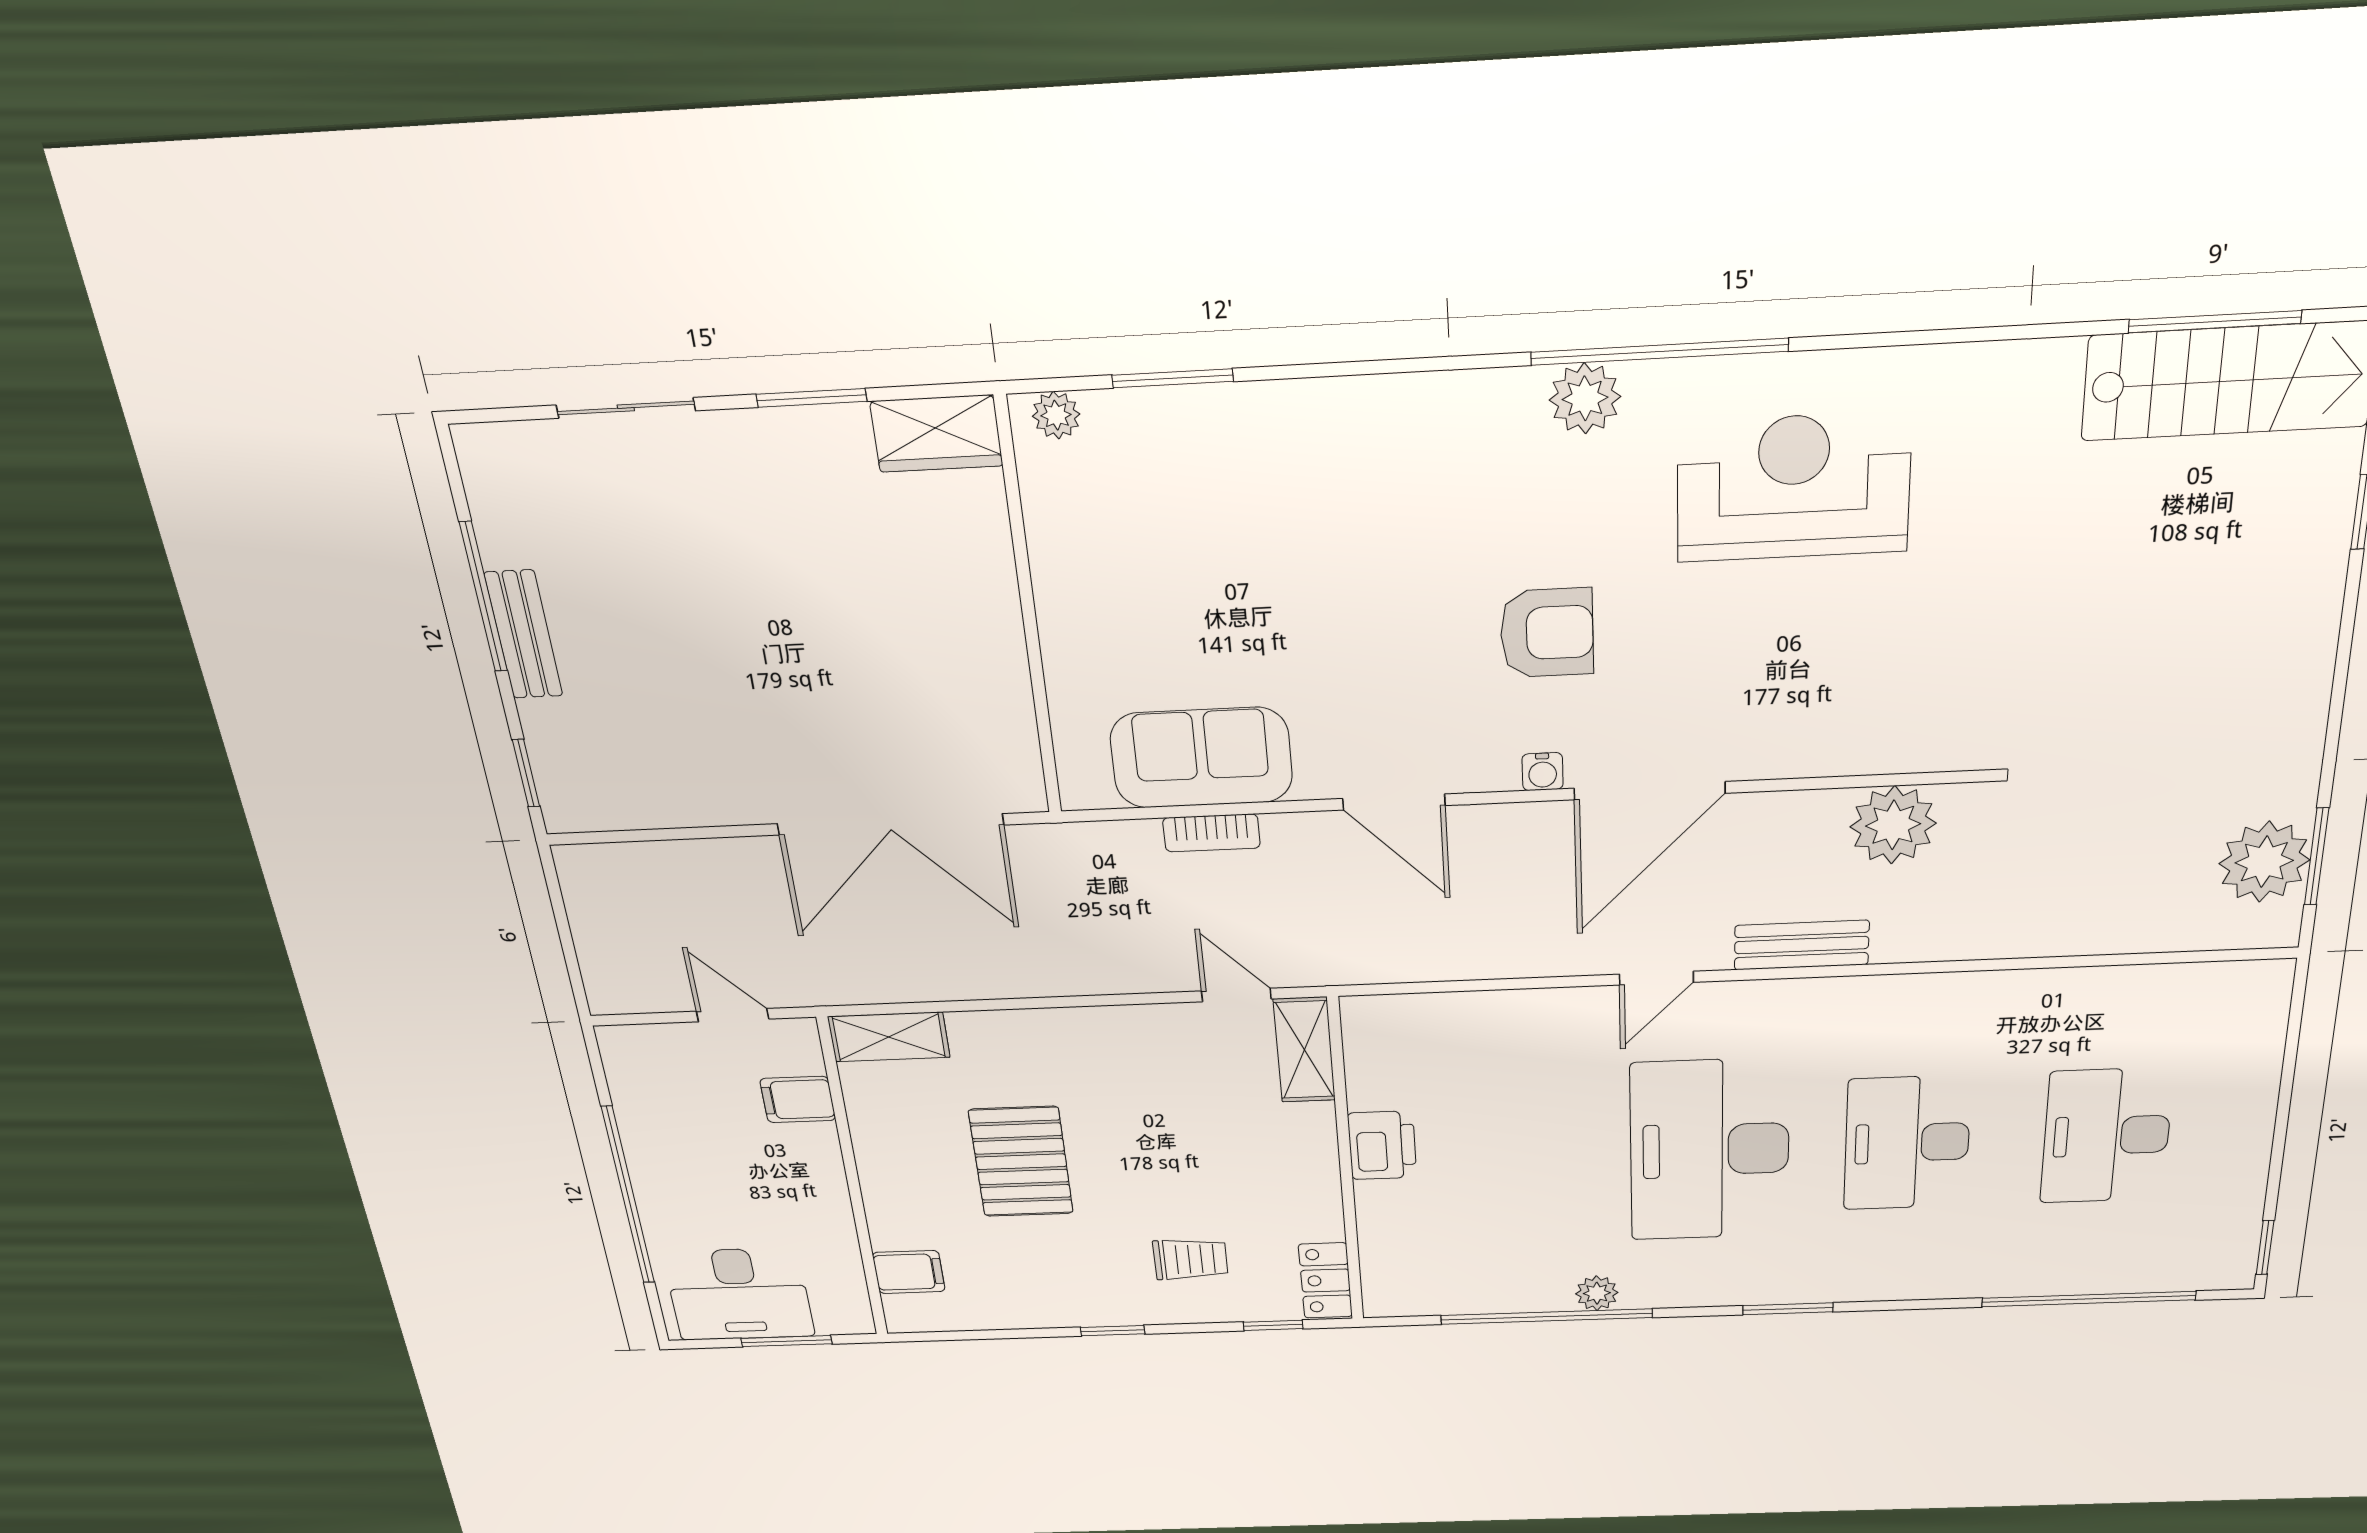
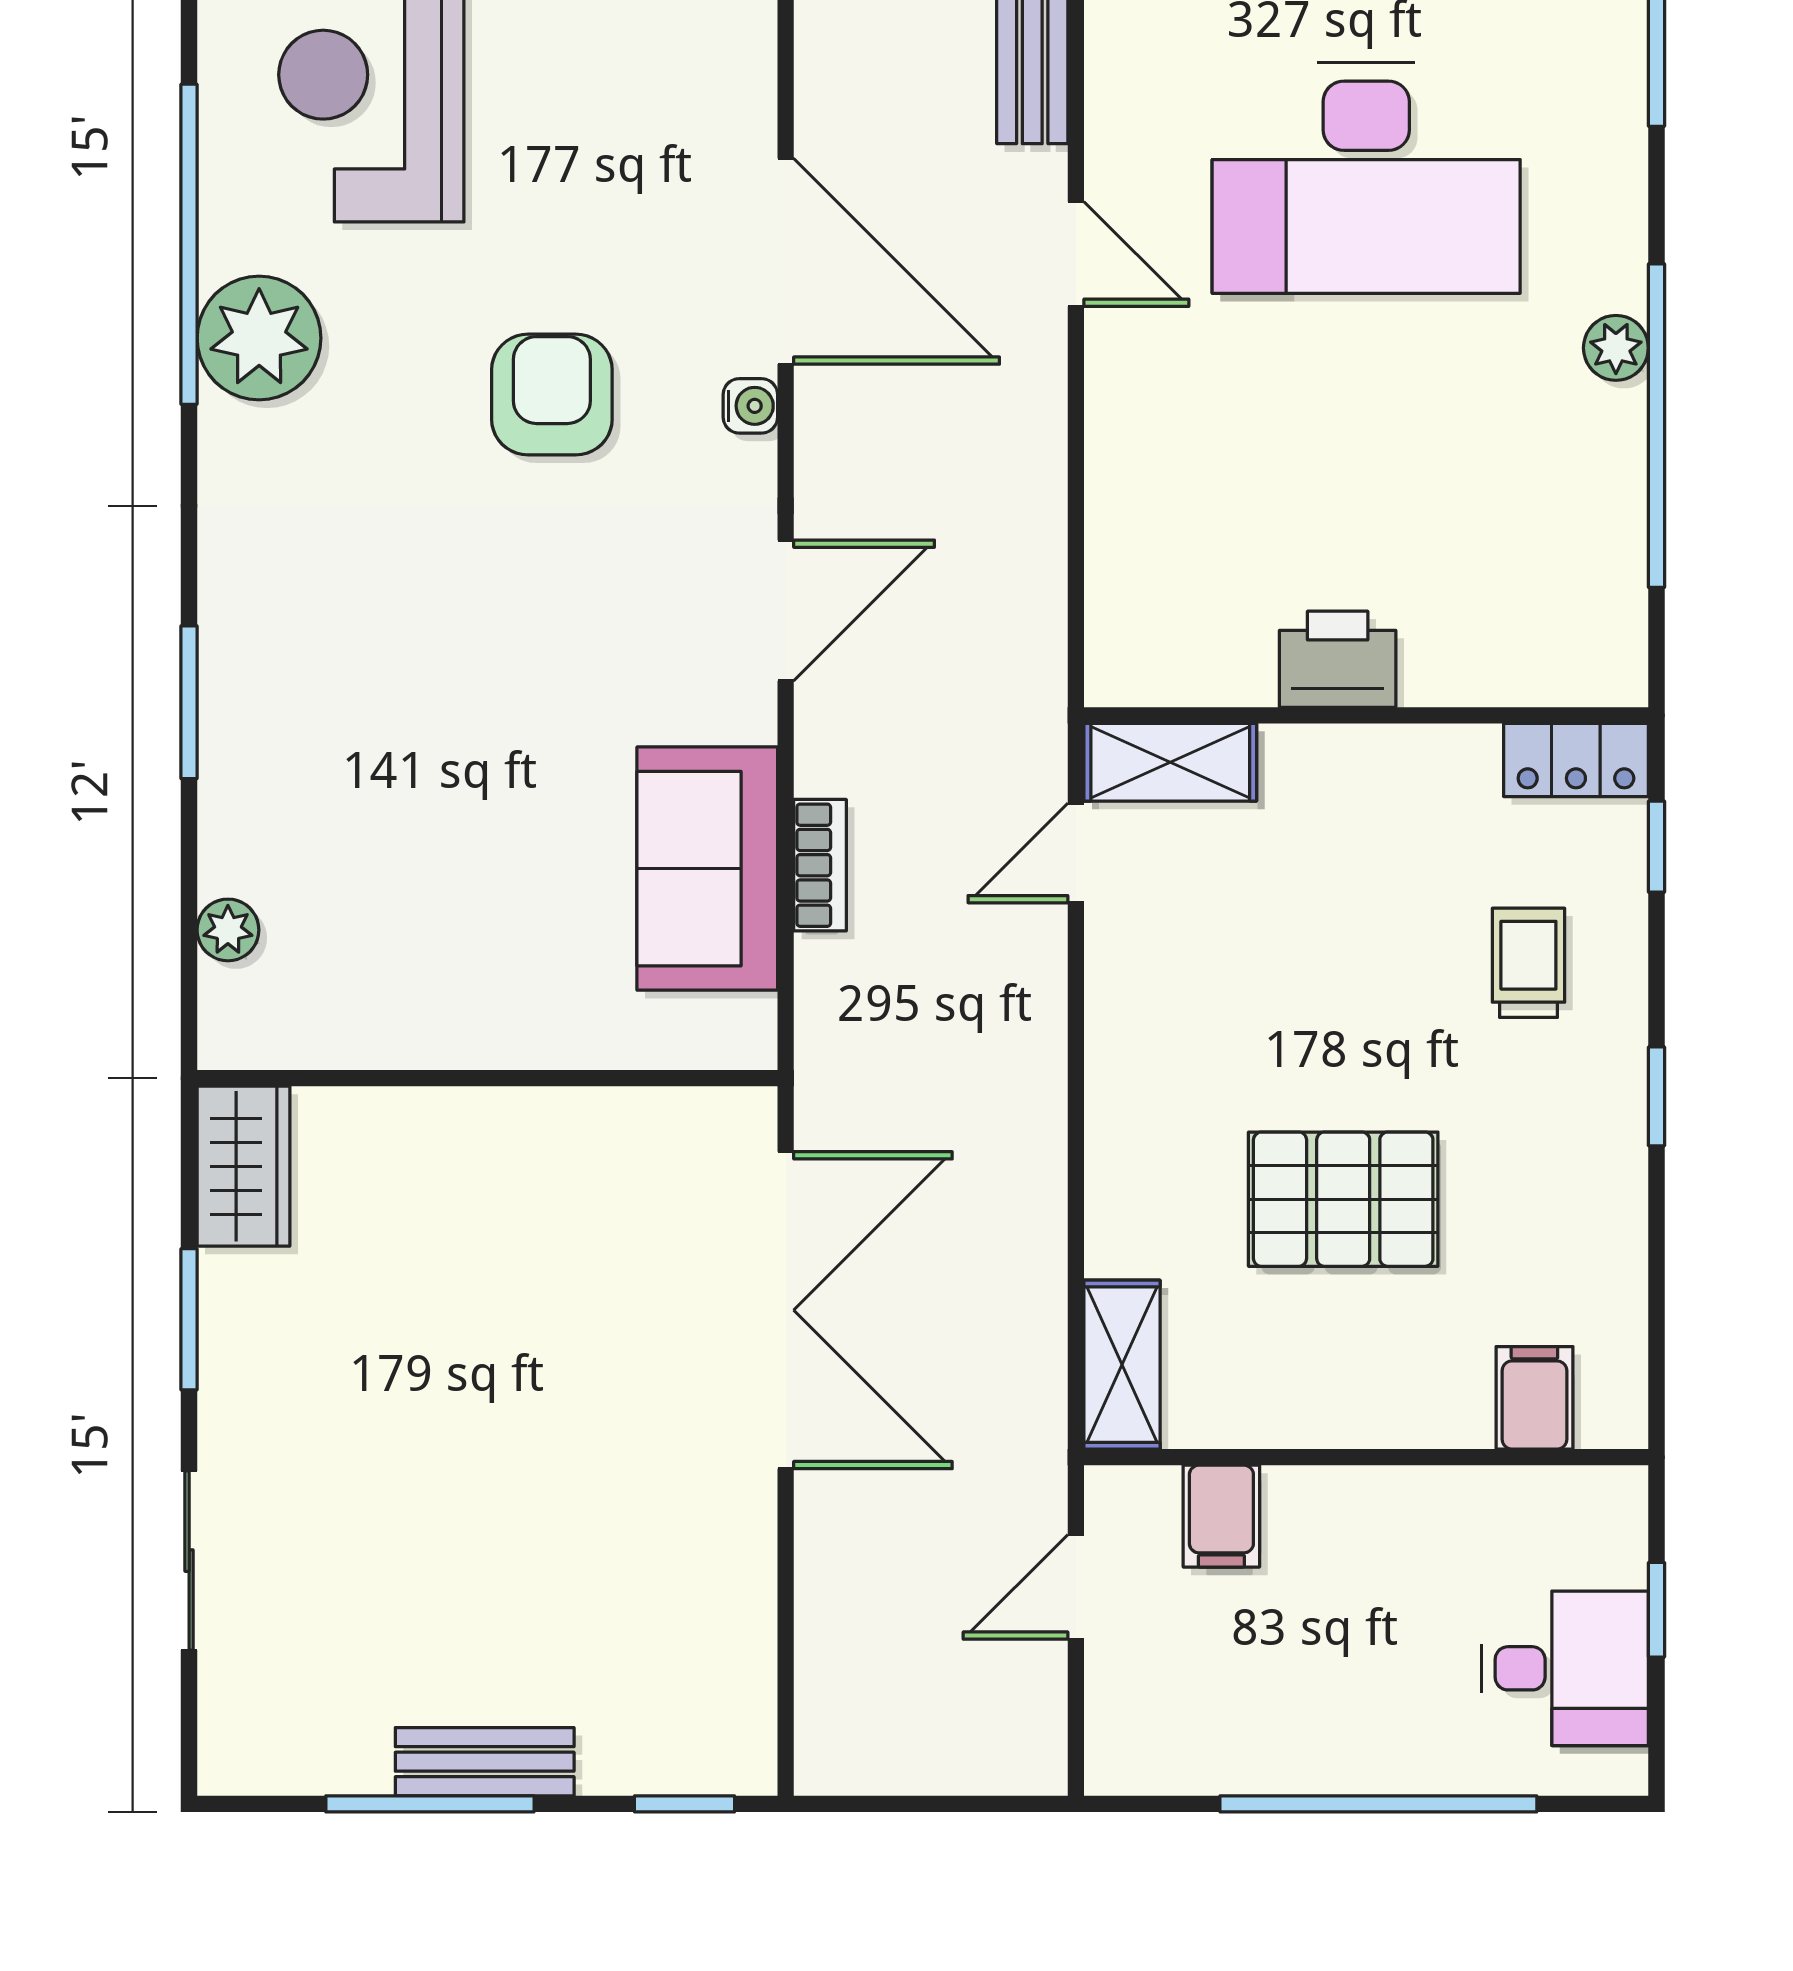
window: (1173, 378) -> (189, 702), moved
plant: (1585, 398) -> (259, 338), width x1.36, depth x1.36
plant: (1056, 415) -> (228, 930), moved
desk: (739, 1294) -> (1565, 1668), width x0.73
window: (786, 1341) -> (1656, 1610), width x0.67

